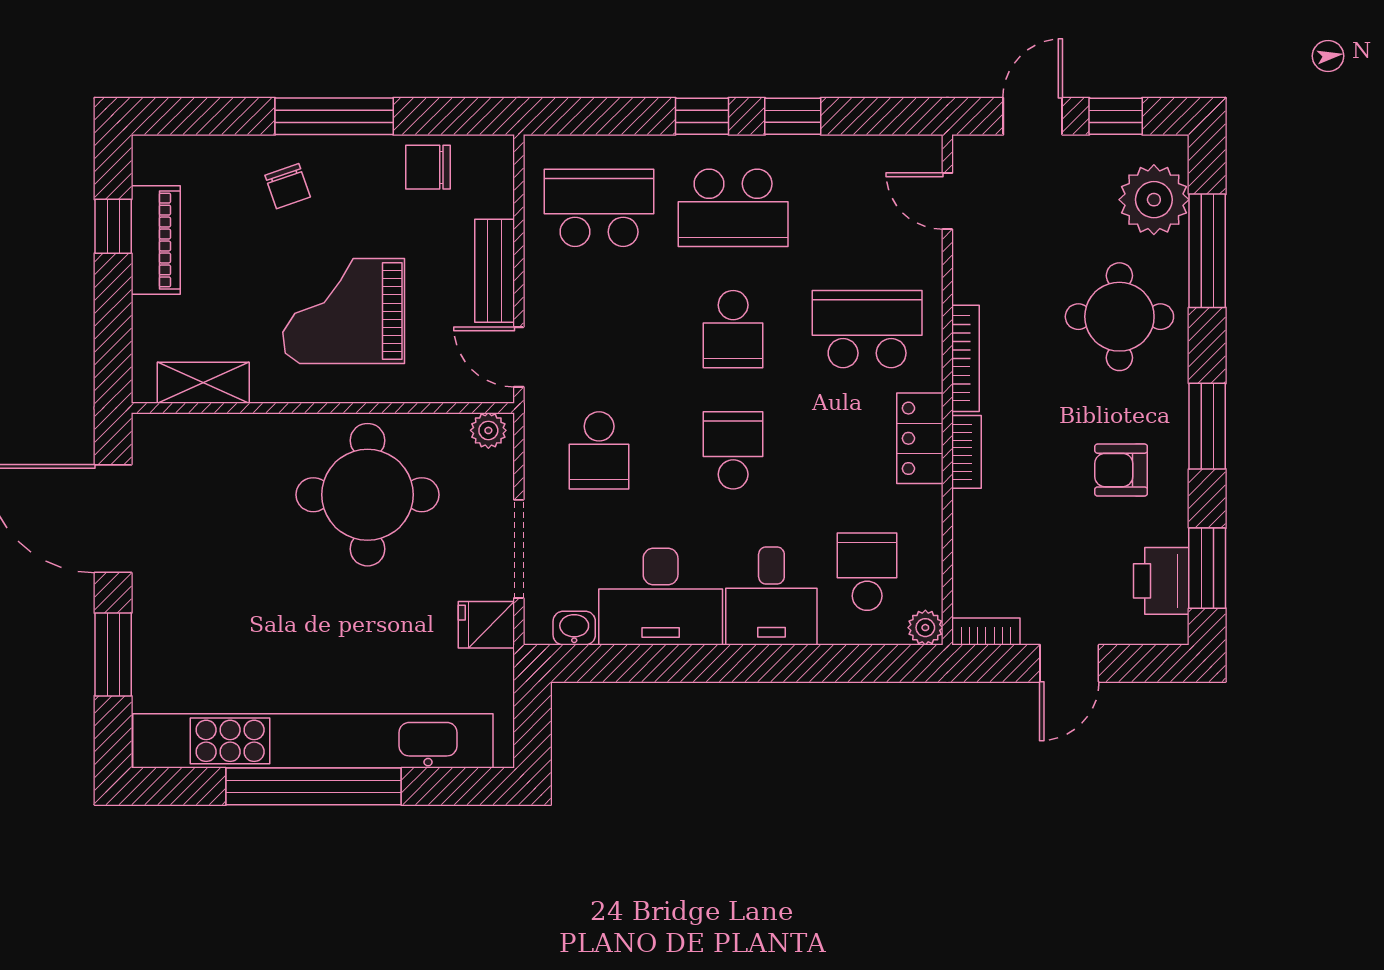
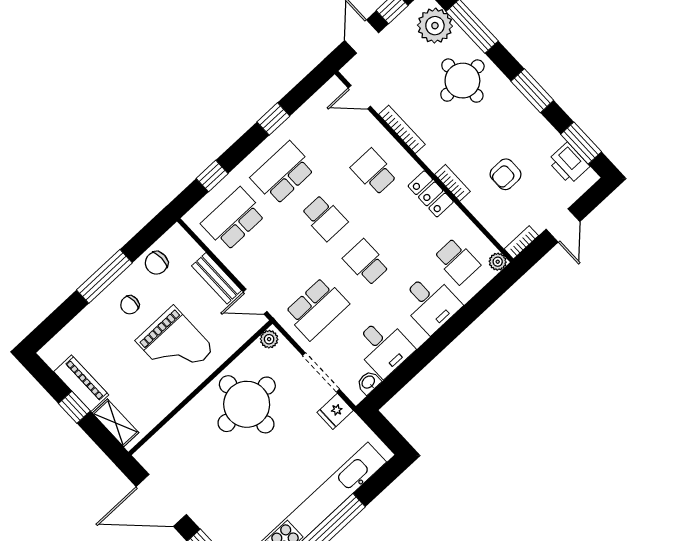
window: (702, 116) -> (212, 176), moved
chair: (288, 186) -> (130, 305), moved, turned 109
school desk: (733, 208) -> (283, 173), turned 180
window: (113, 226) -> (74, 407), moved
grand piano: (344, 311) -> (175, 345), turned -90
school desk: (867, 329) -> (374, 172), width x0.54
bookcase: (966, 358) -> (402, 129), moved
shelving: (203, 383) -> (116, 423), moved, turned 90
school desk: (599, 450) -> (317, 308), width x1.85
armchair: (1121, 470) -> (506, 174), moved
school desk: (867, 572) -> (457, 261), turned 180
desk: (661, 597) -> (383, 347), width x0.73

